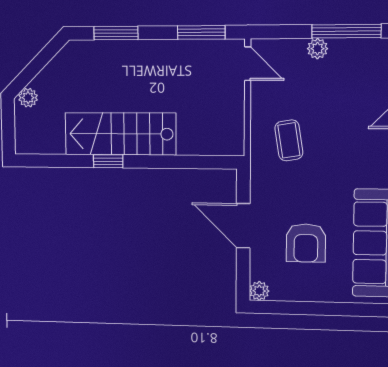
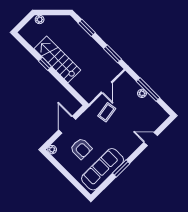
window: (346, 31) -> (148, 90), moved
door: (248, 64) -> (107, 88), moved
armchair: (306, 243) -> (81, 148), turned -90

